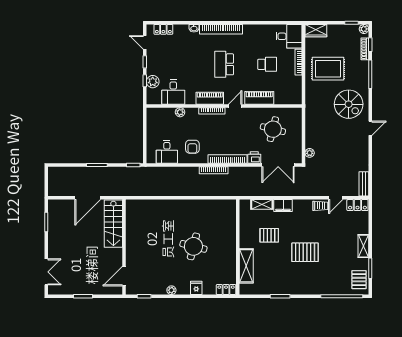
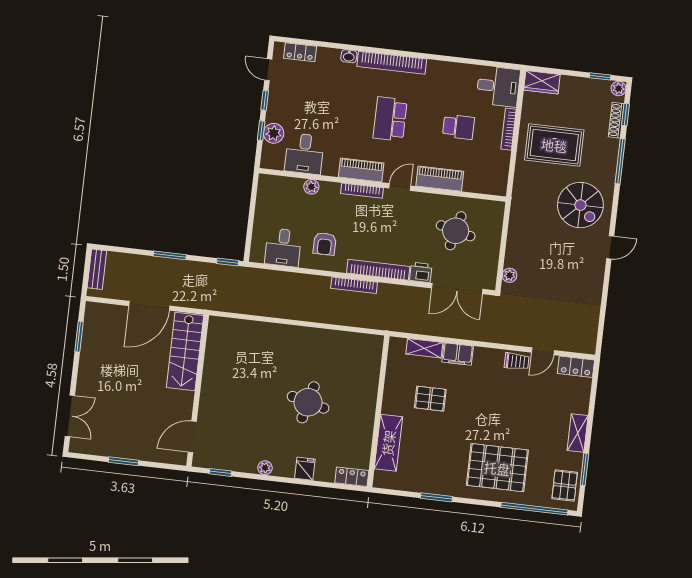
bench: (364, 184) -> (97, 269), moved
pallet: (305, 252) -> (497, 468), moved, width x1.37, depth x1.41

